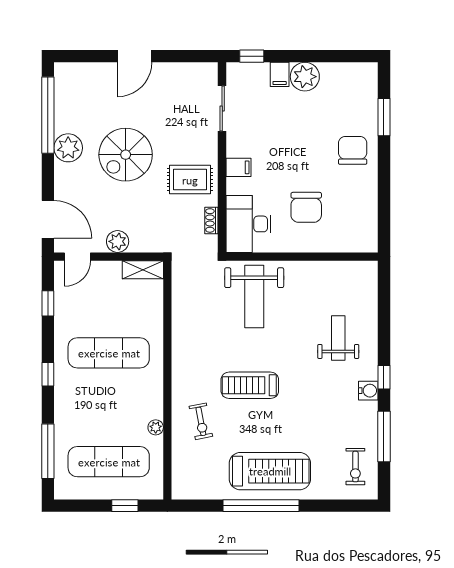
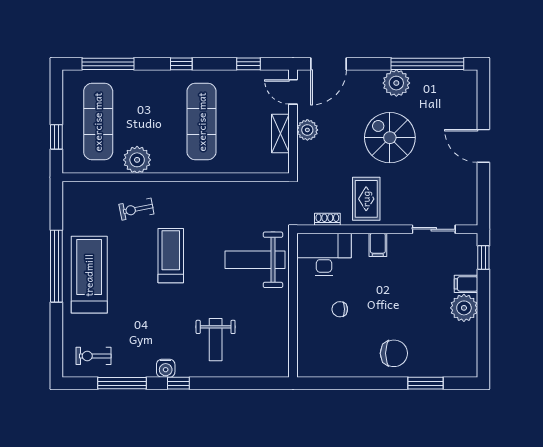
chair: (306, 207) -> (340, 309), width x0.54, depth x0.54
shelving: (143, 270) -> (280, 134), moved
weight bench: (338, 338) -> (216, 340), turned 90
plant: (156, 427) -> (137, 160), width x1.88, depth x1.88
treadmill: (270, 471) -> (89, 275), turned 180

